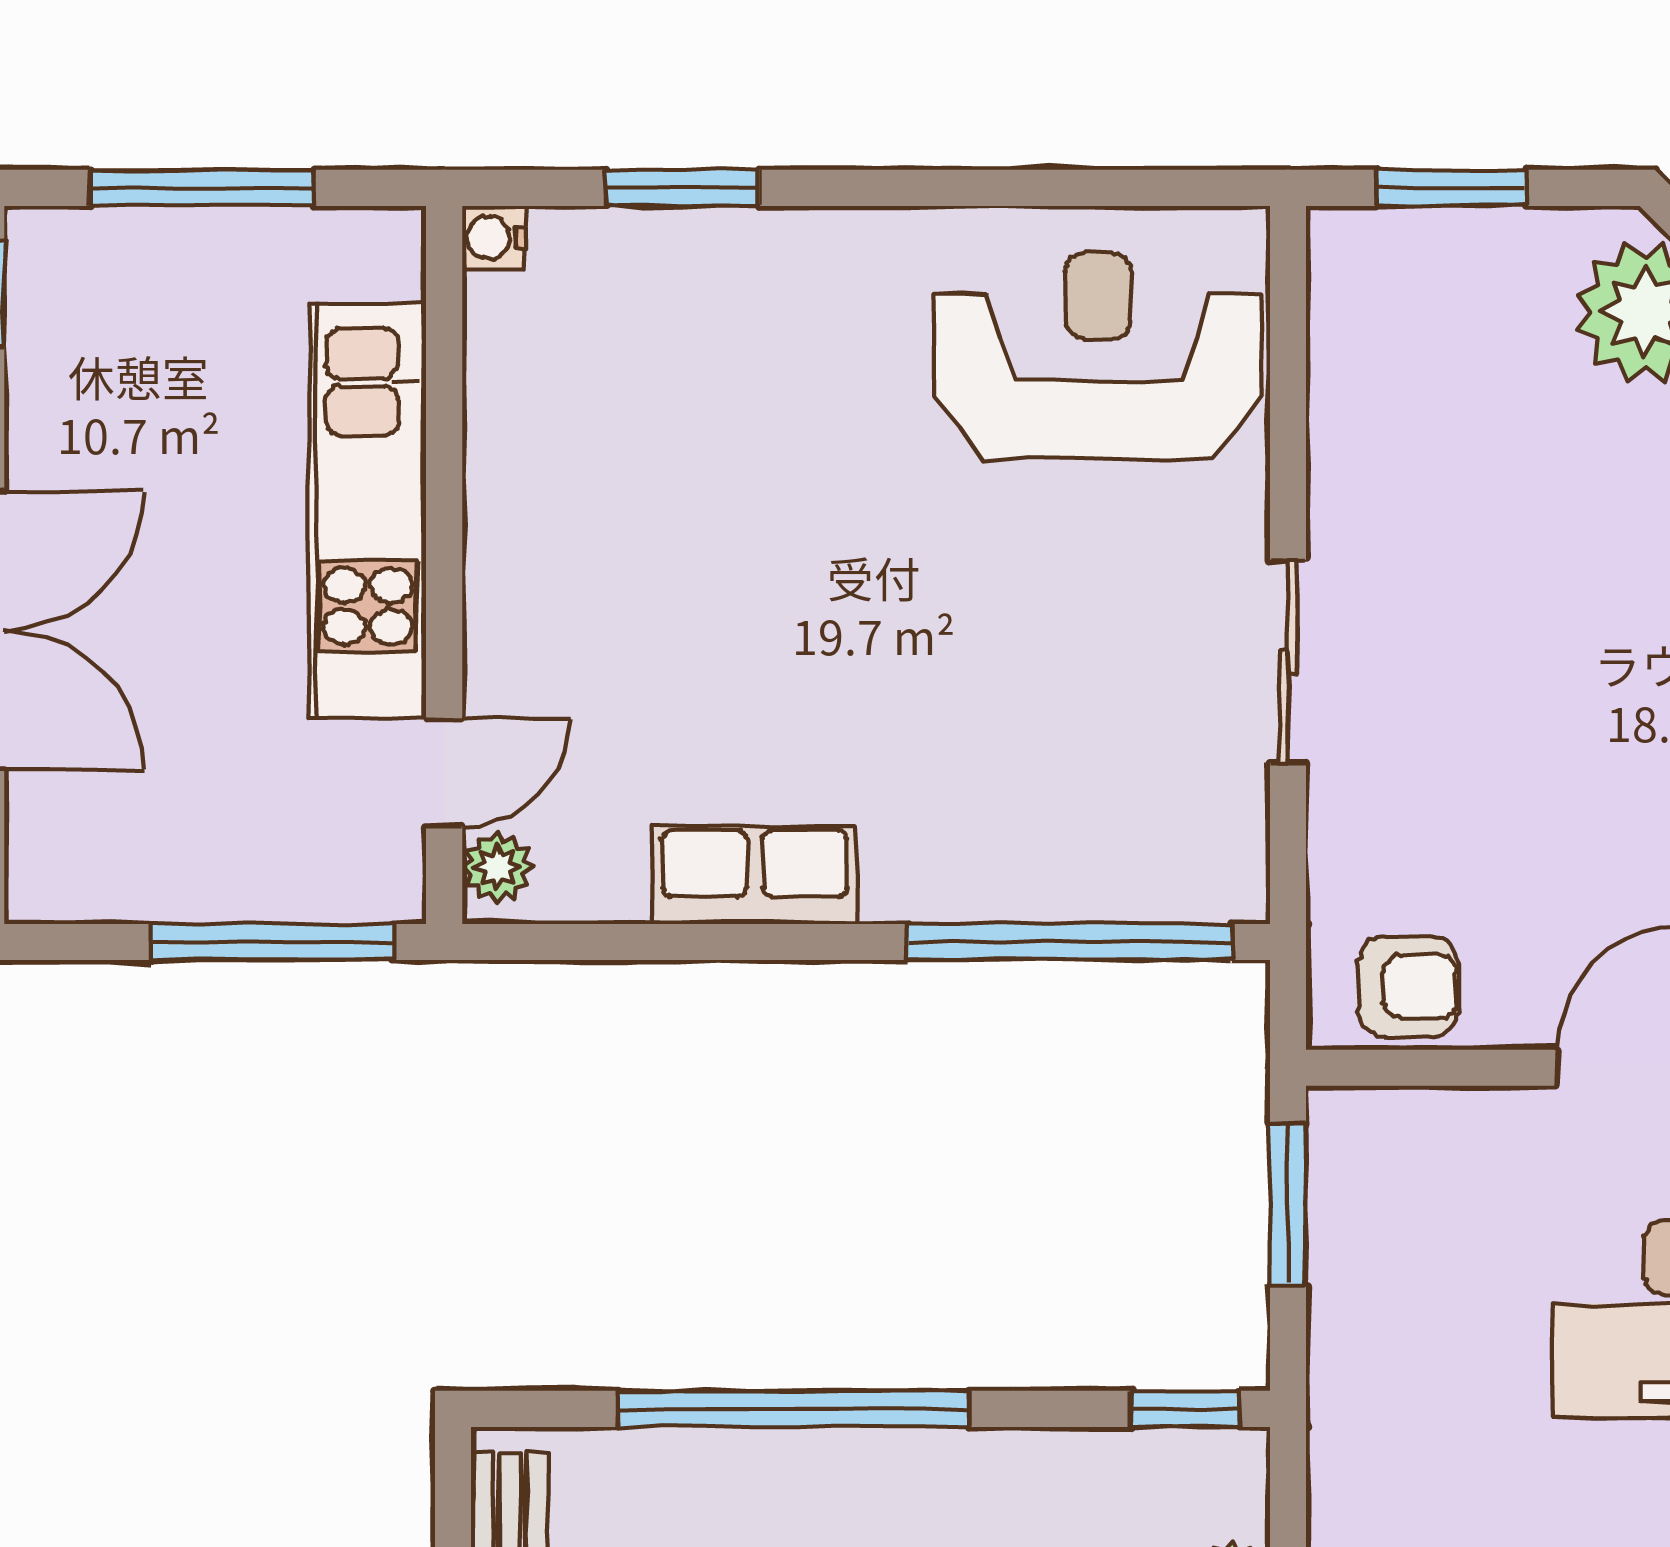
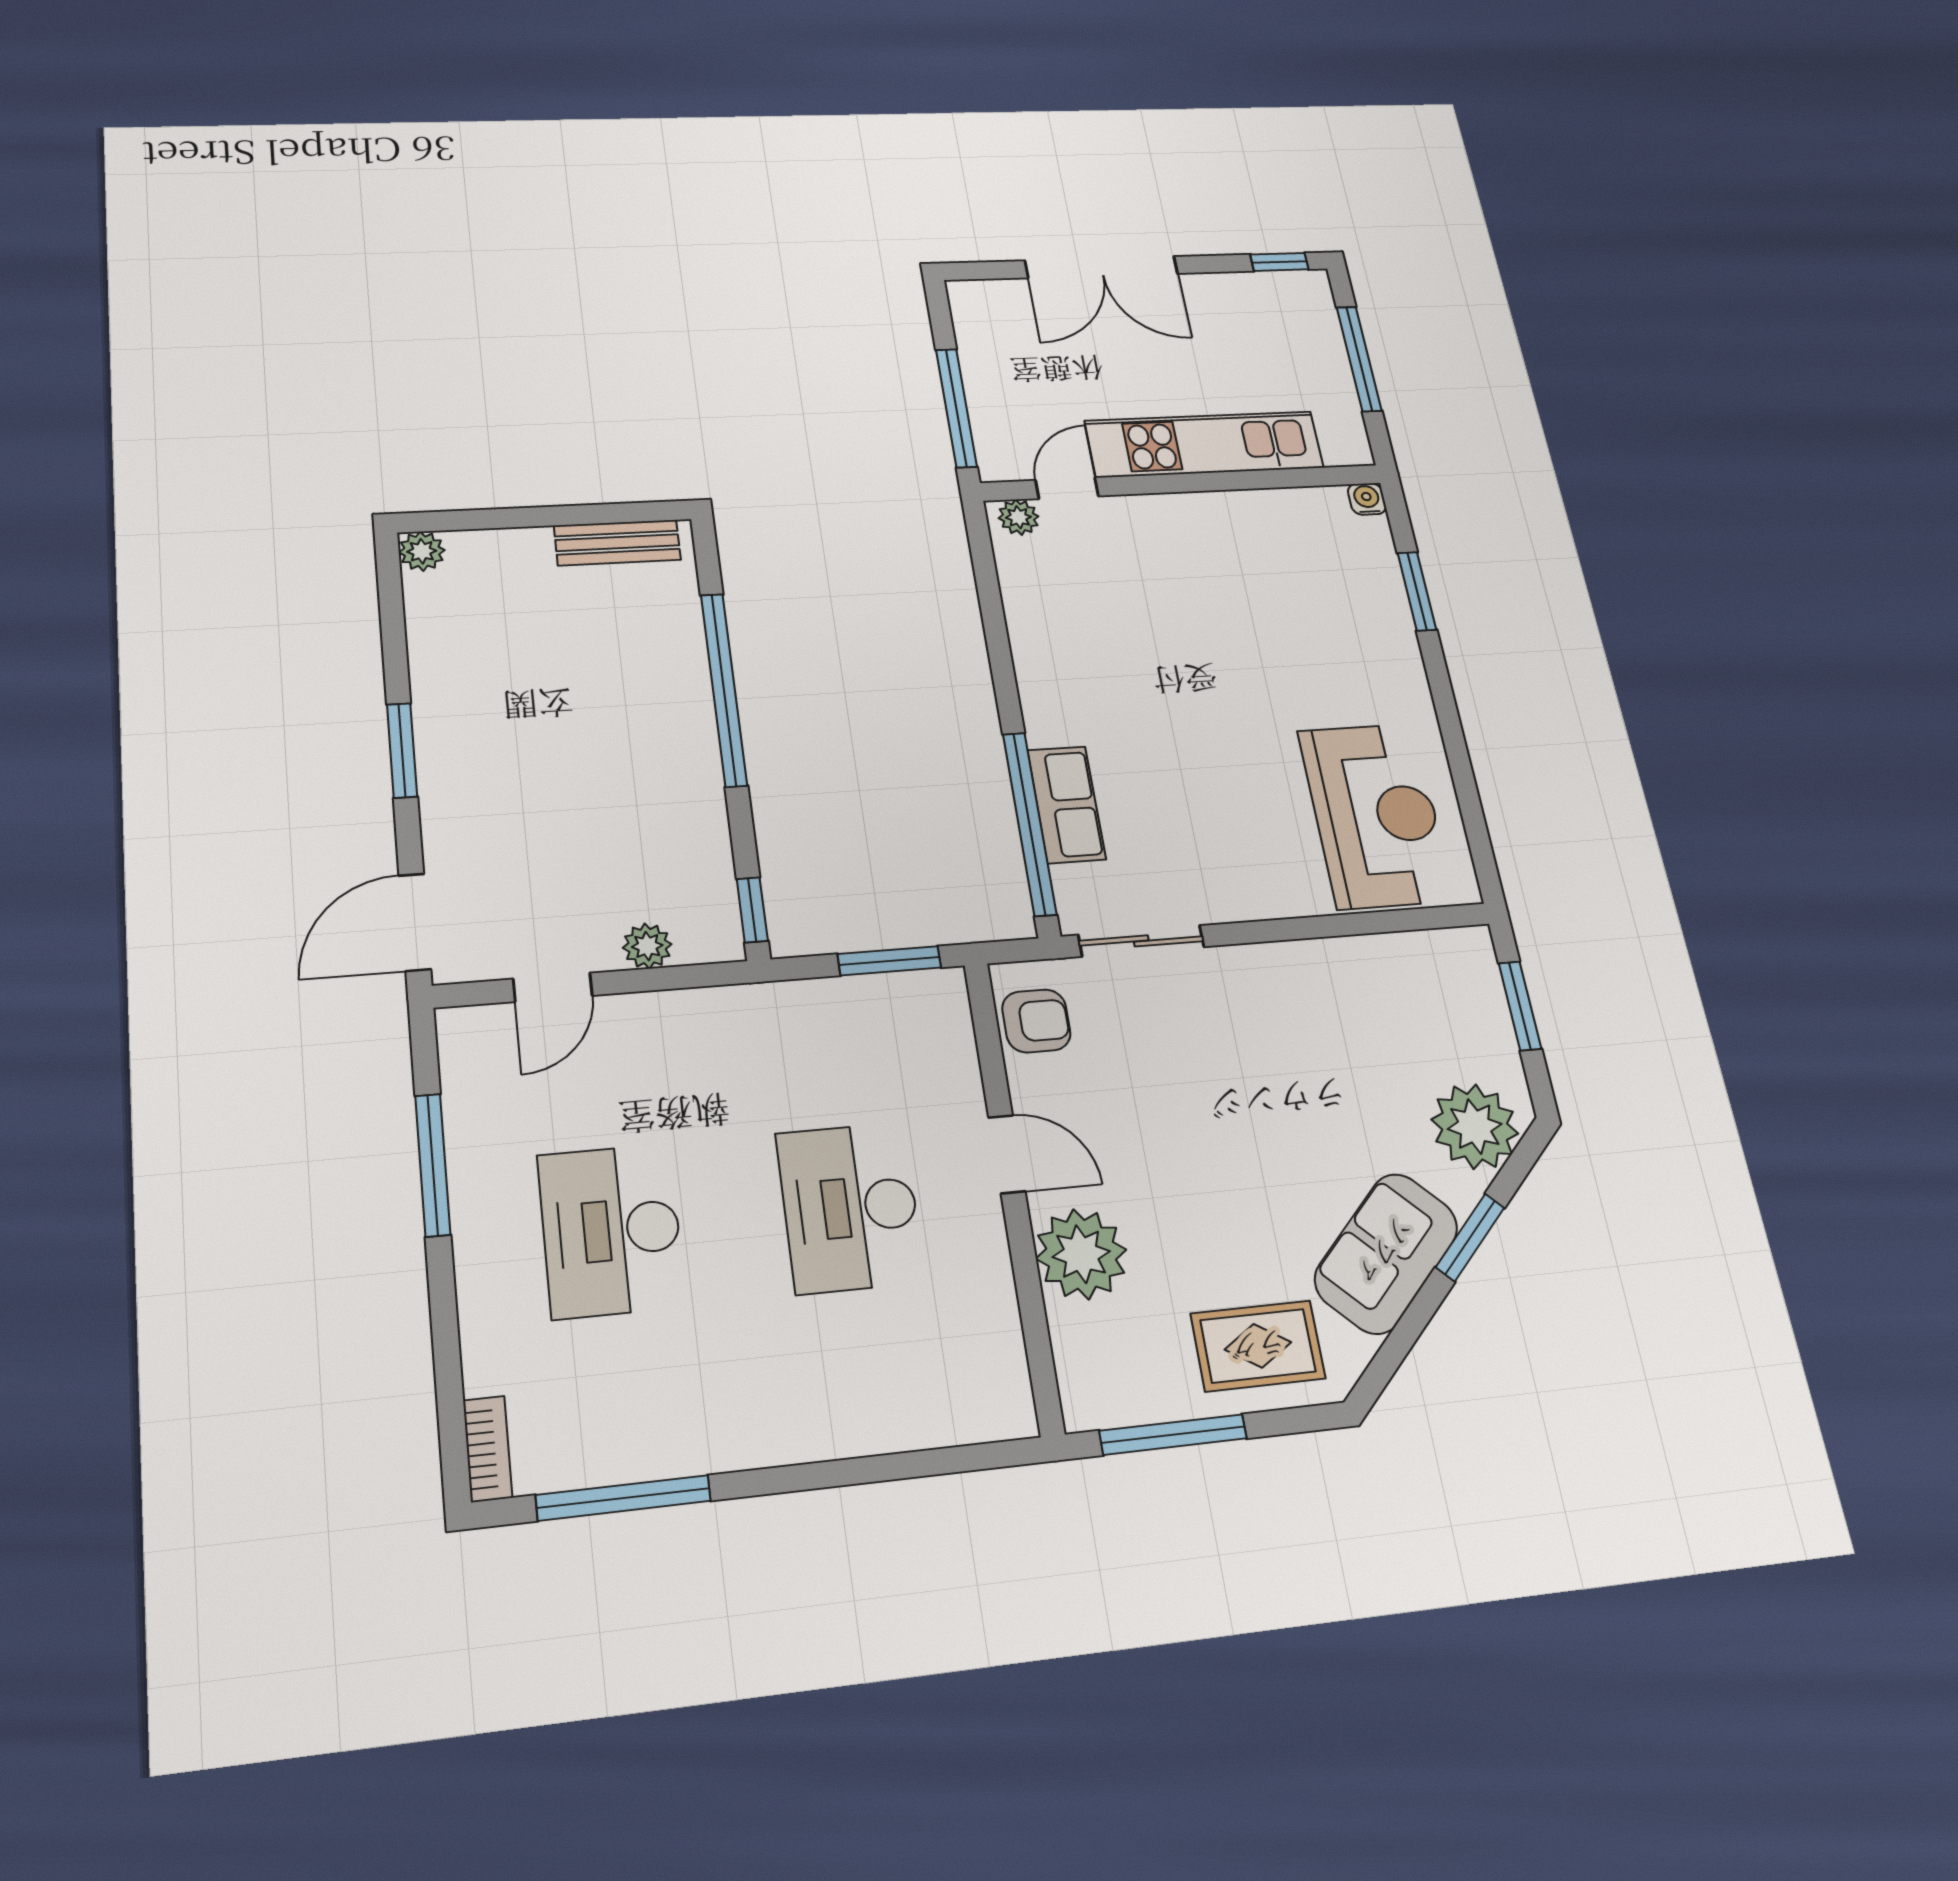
sliding door: (1288, 661) -> (1141, 941), moved
door: (444, 773) -> (1067, 488), swing flipped
row of seats: (755, 875) -> (1066, 805), moved
armchair: (1408, 986) -> (1036, 1021), turned -90

